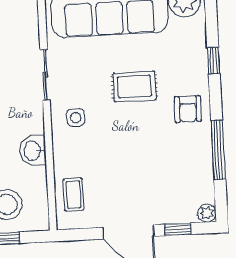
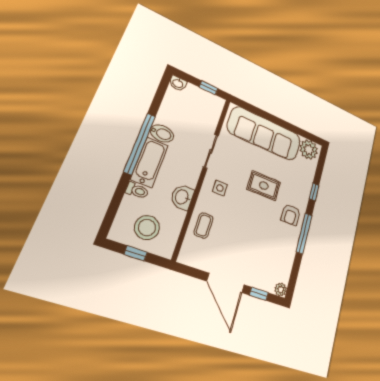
window: (218, 150) -> (304, 233), moved
coffee table: (73, 194) -> (204, 225), moved

